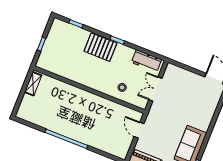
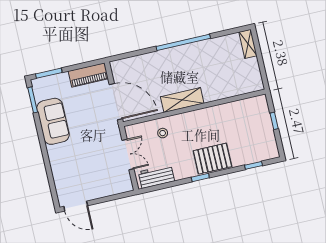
shelving: (33, 84) -> (248, 44), moved
shelving: (94, 101) -> (182, 100), added
door: (139, 130) -> (116, 102), width x1.87

